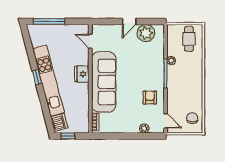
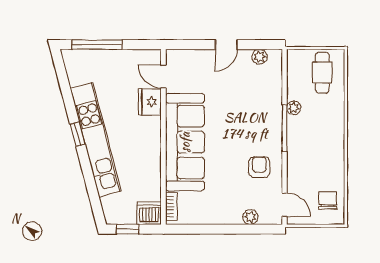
plant: (146, 33) -> (260, 57), width x0.53, depth x0.53
fridge: (82, 74) -> (150, 102), moved
dishwasher: (59, 123) -> (149, 213), moved, turned -75

